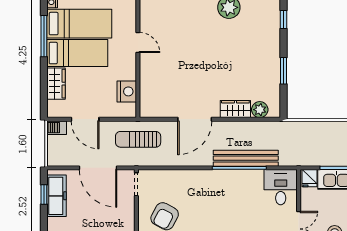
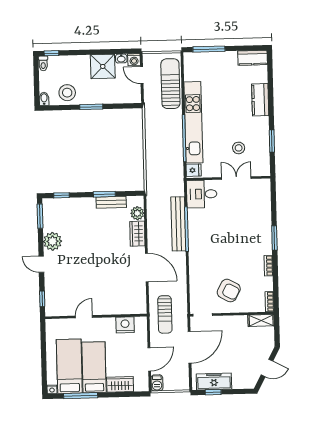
bench: (274, 79) -> (111, 202), added

